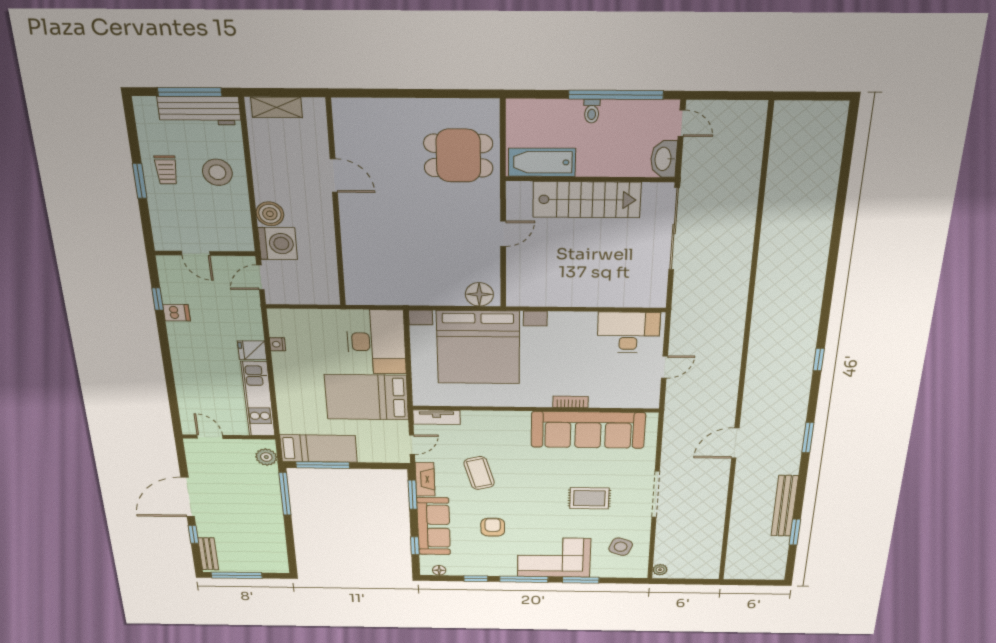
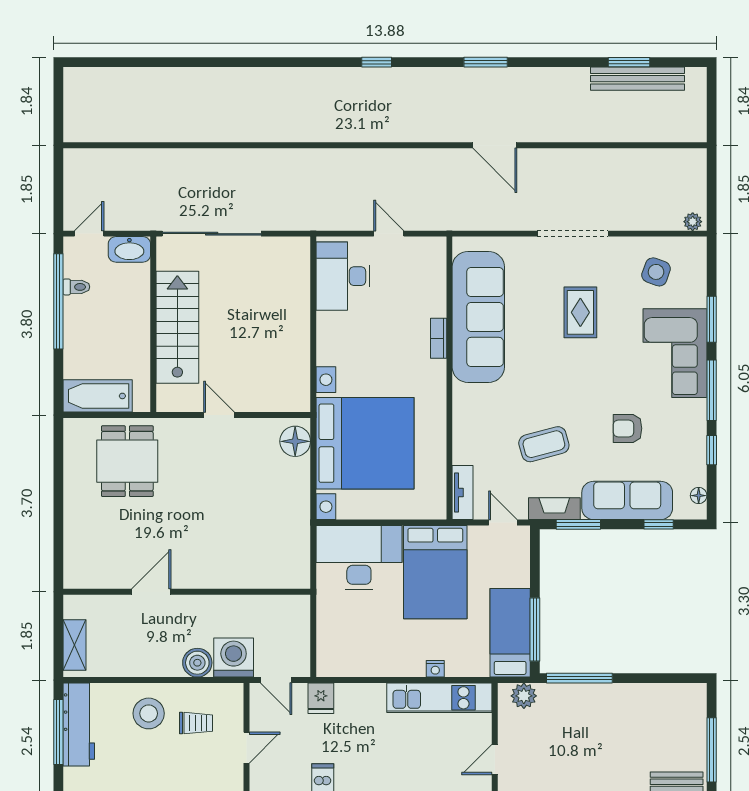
toilet: (592, 111) -> (76, 287), moved
bathtub: (542, 162) -> (98, 396), moved, turned 90
trolley: (166, 170) -> (196, 723), moved
nightstand: (277, 344) -> (435, 669), moved
fridge: (252, 350) -> (321, 698), moved
bench: (785, 506) -> (638, 79), moved

